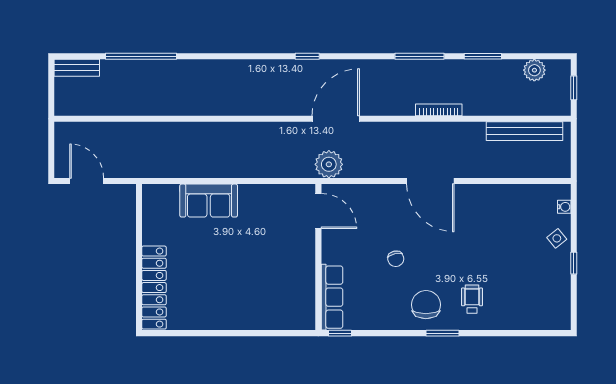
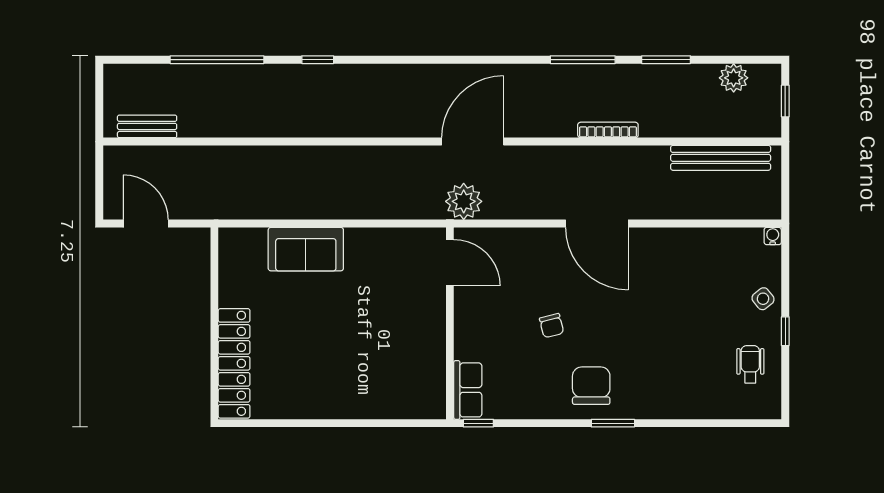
window: (307, 56) -> (318, 60), moved
bench: (77, 68) -> (147, 126), moved
water cooler: (564, 207) -> (773, 236), moved, turned -90
row of seats: (332, 297) -> (468, 390), width x0.68
wheelchair: (472, 299) -> (750, 364), moved

